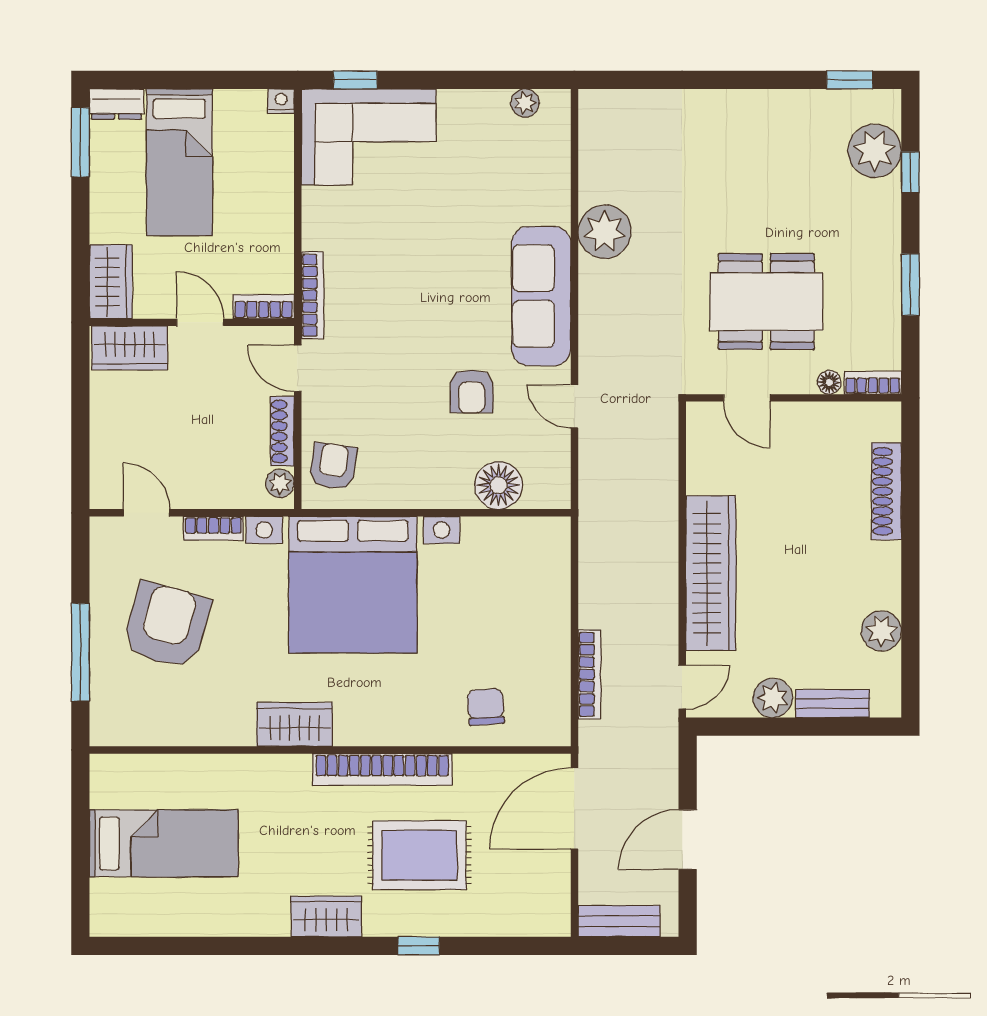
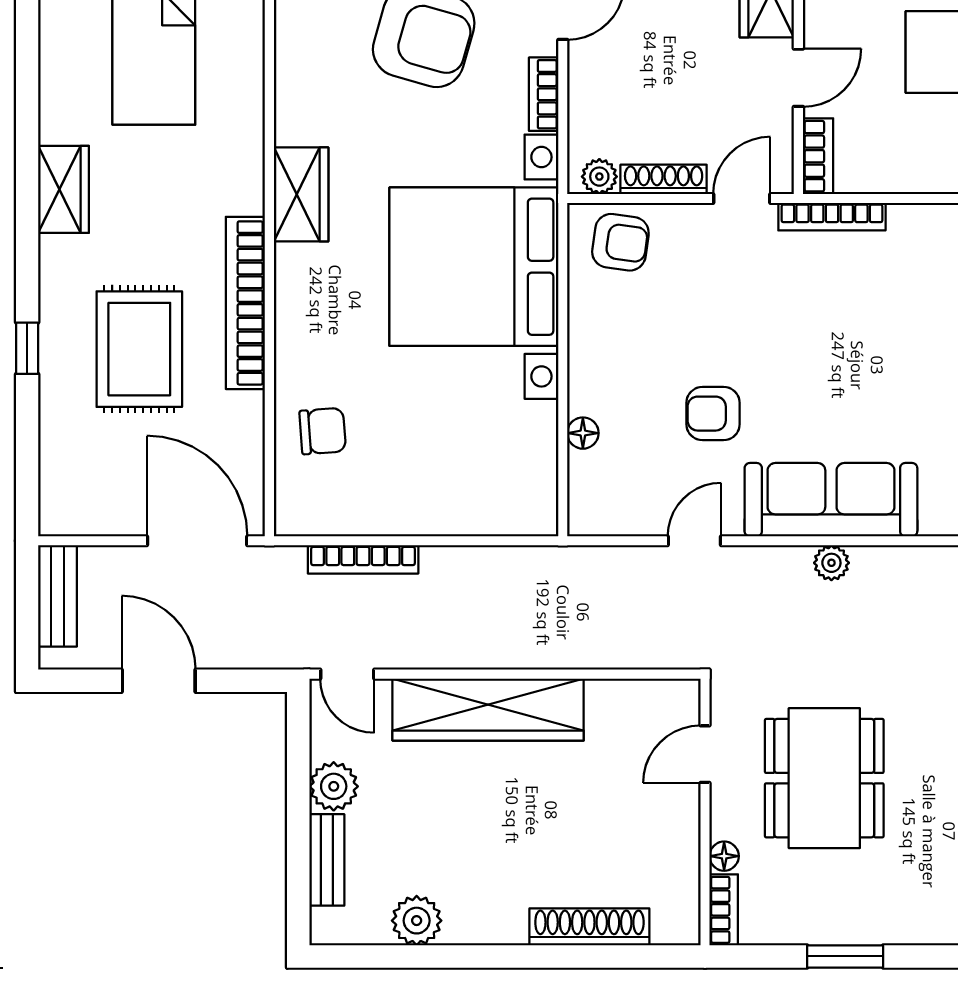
plant: (605, 232) -> (831, 563), moved, width x0.53, depth x0.53
floor lamp: (499, 485) -> (583, 433), width x0.53, depth x0.53
wardrobe: (326, 916) -> (64, 189), moved

